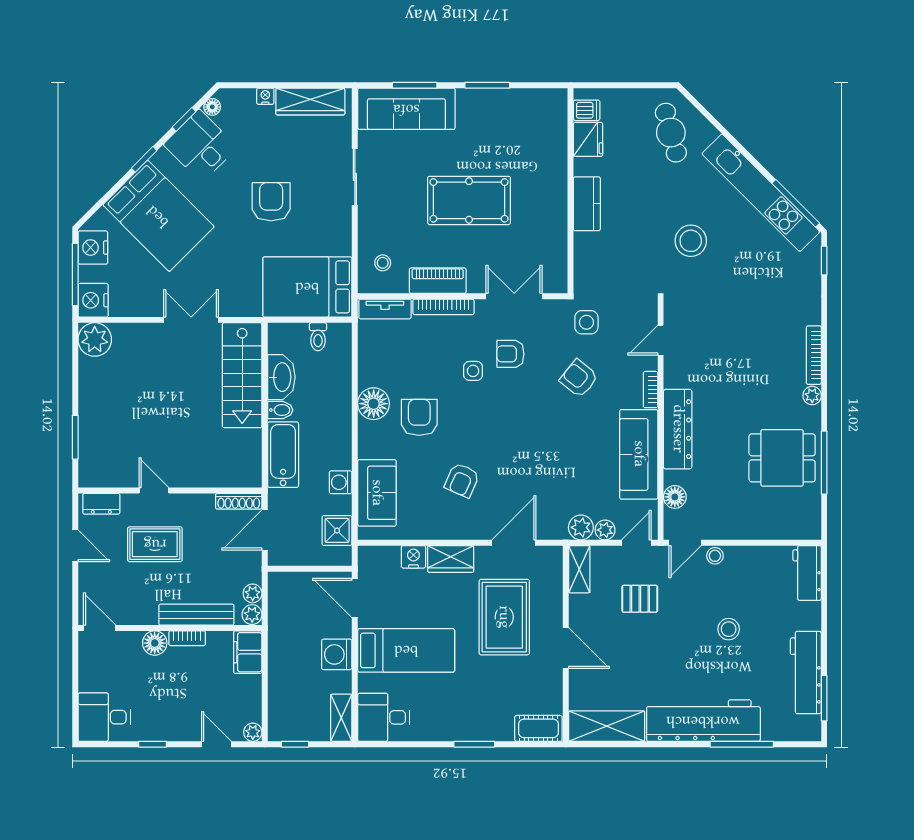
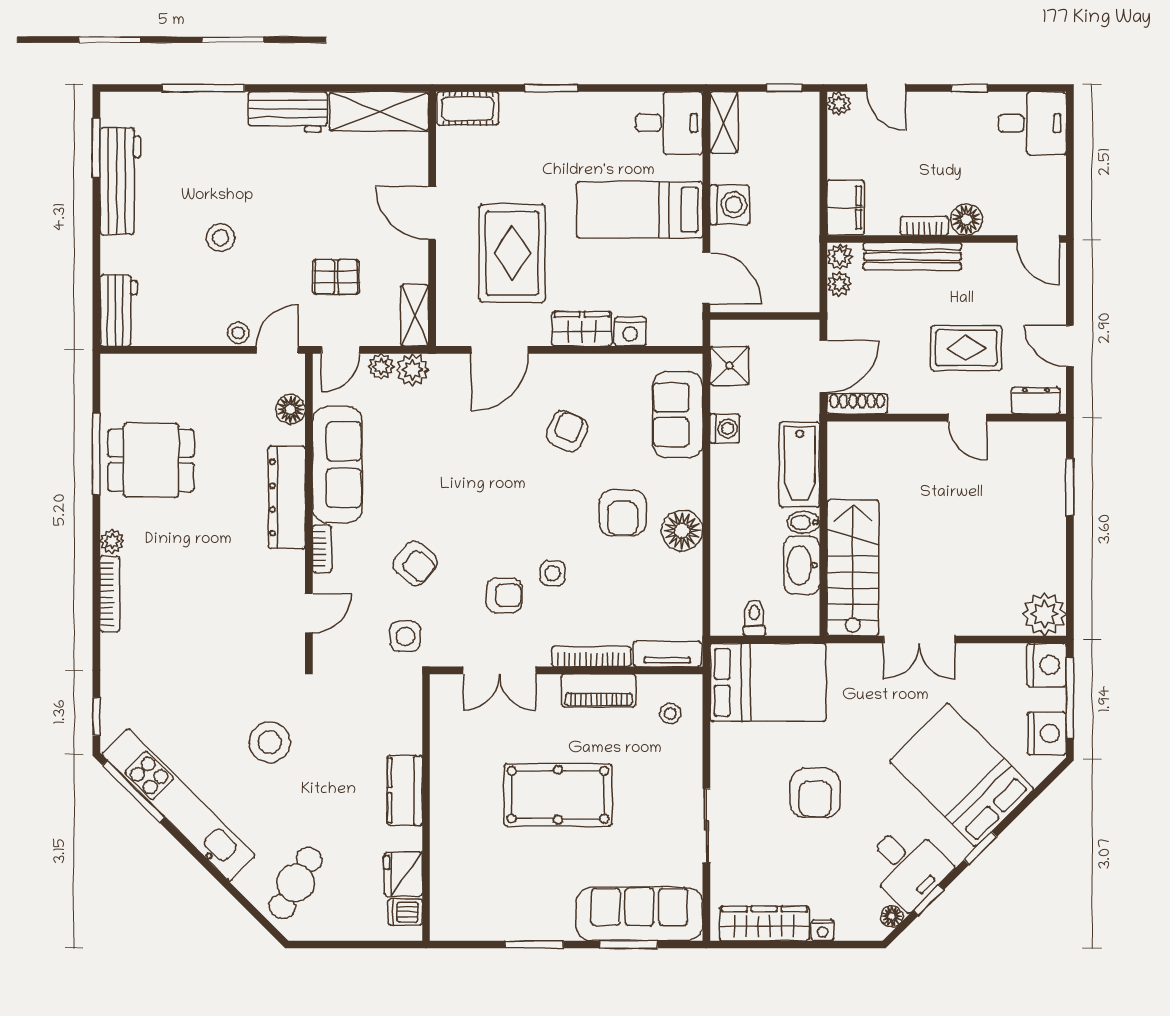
cafe table: (671, 133) -> (296, 883), turned 45
workbench: (703, 721) -> (288, 112), width x0.53, depth x0.76

